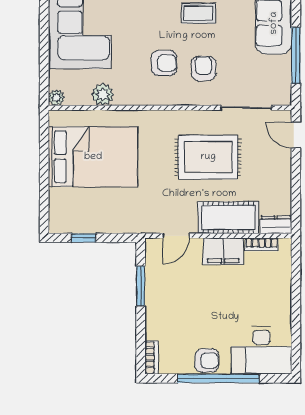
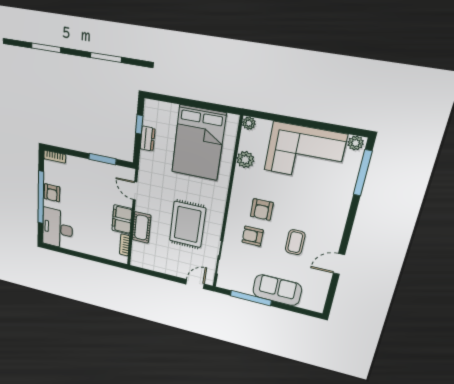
armchair: (204, 68) -> (253, 236), turned 180
cot: (228, 218) -> (141, 227), width x0.73, depth x0.75
dresser: (276, 225) -> (148, 139), moved

